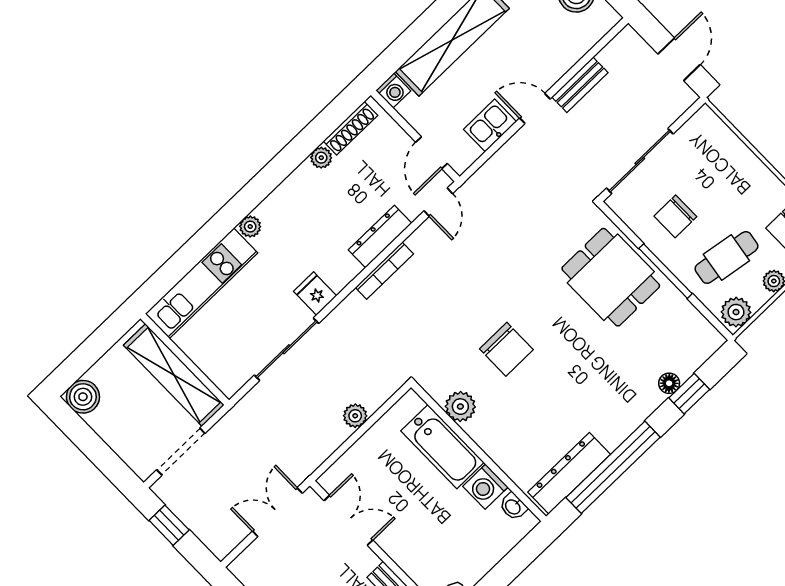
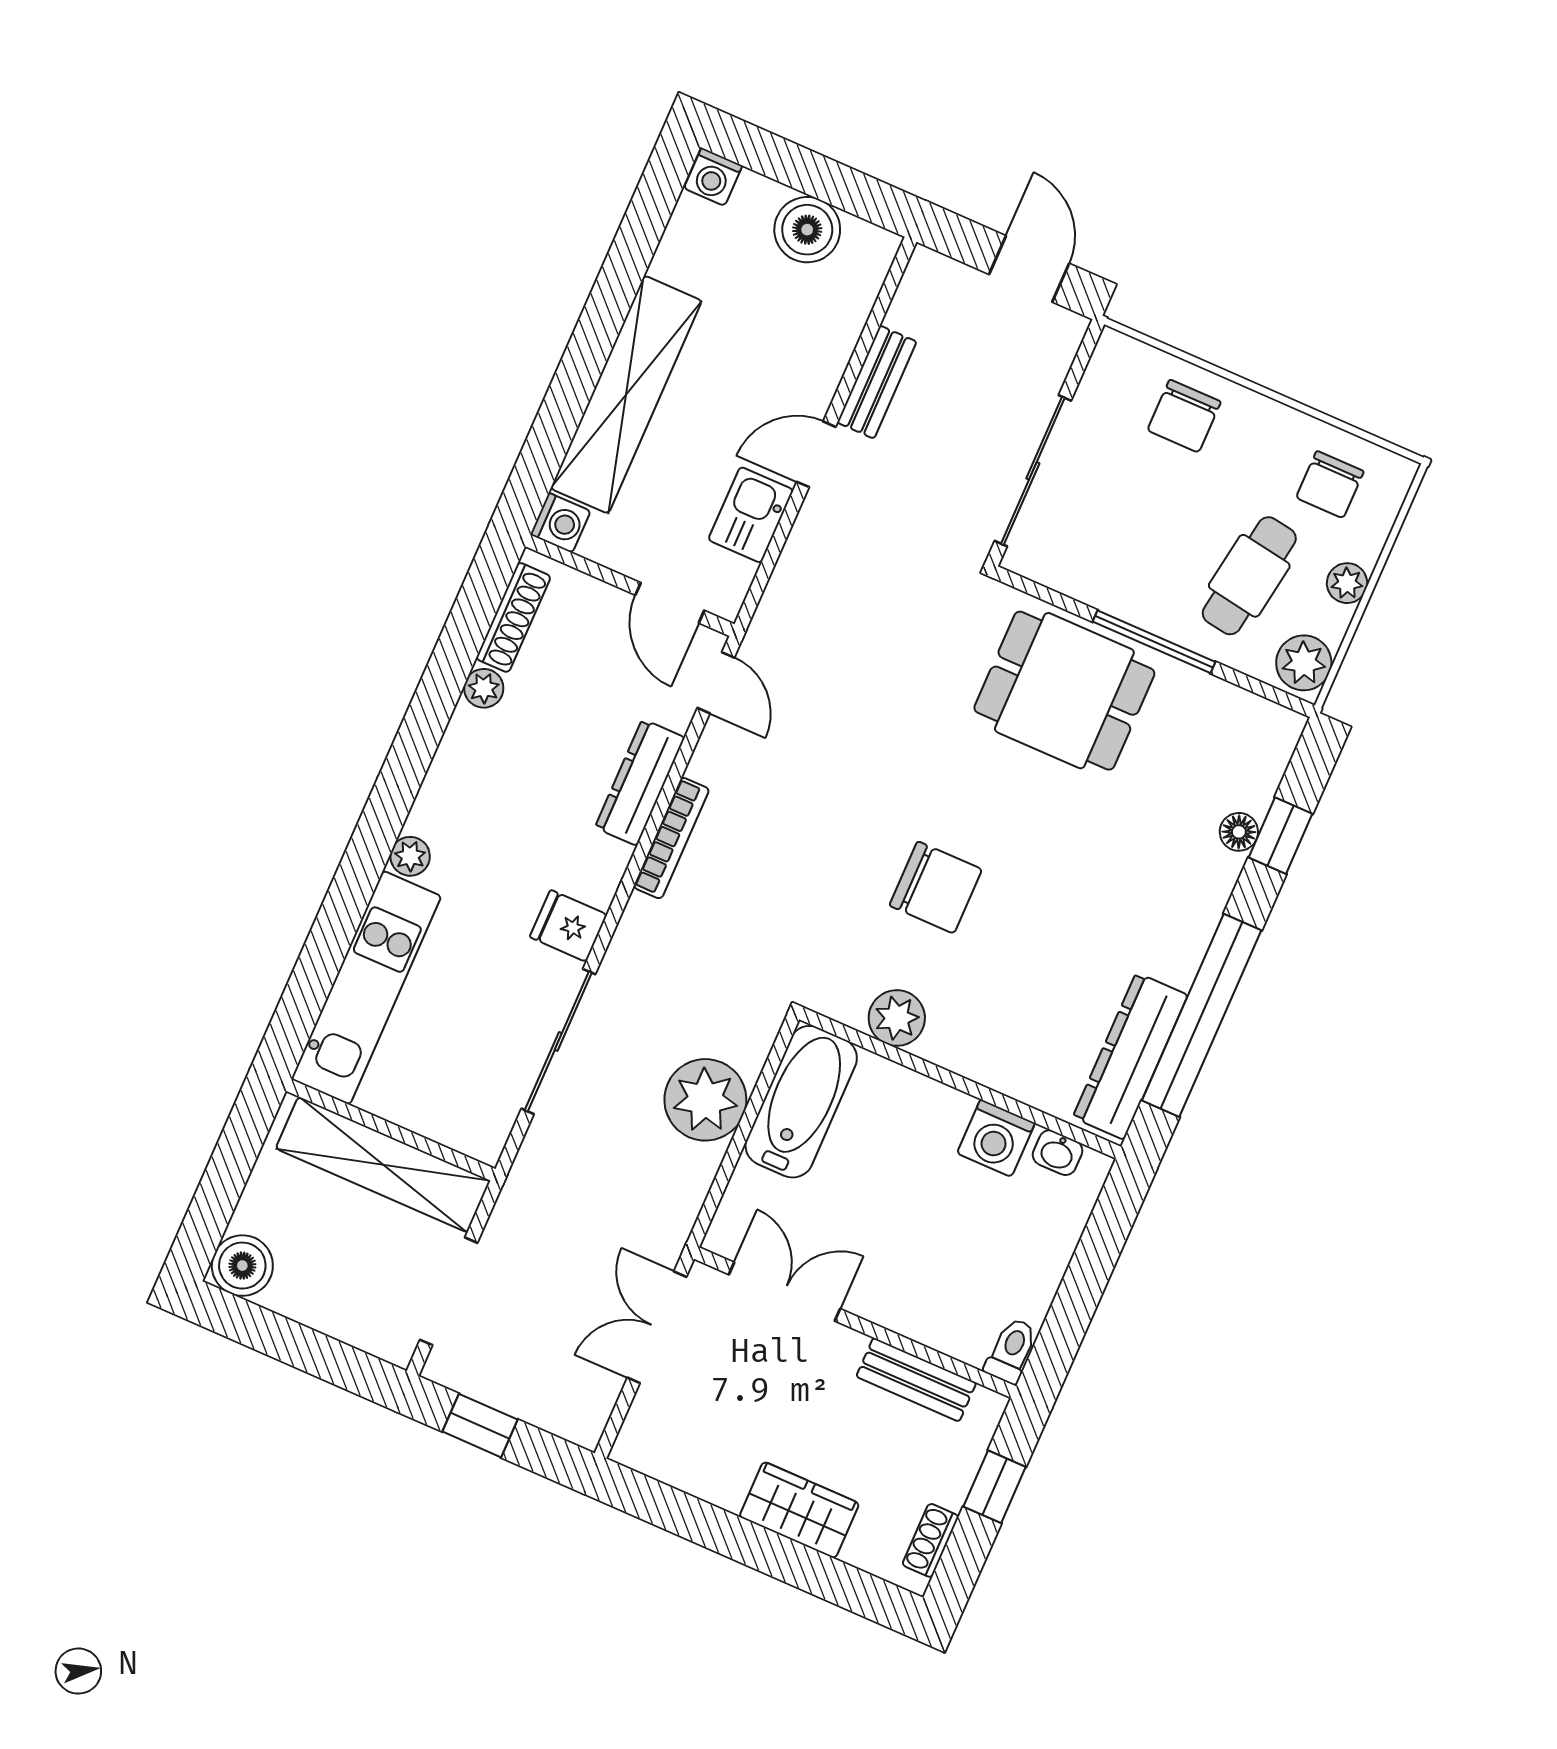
chair: (675, 216) -> (1184, 416), moved
plant: (355, 416) -> (705, 1100), width x1.88, depth x1.88
bathtub: (442, 447) -> (801, 1102), moved, turned -90

